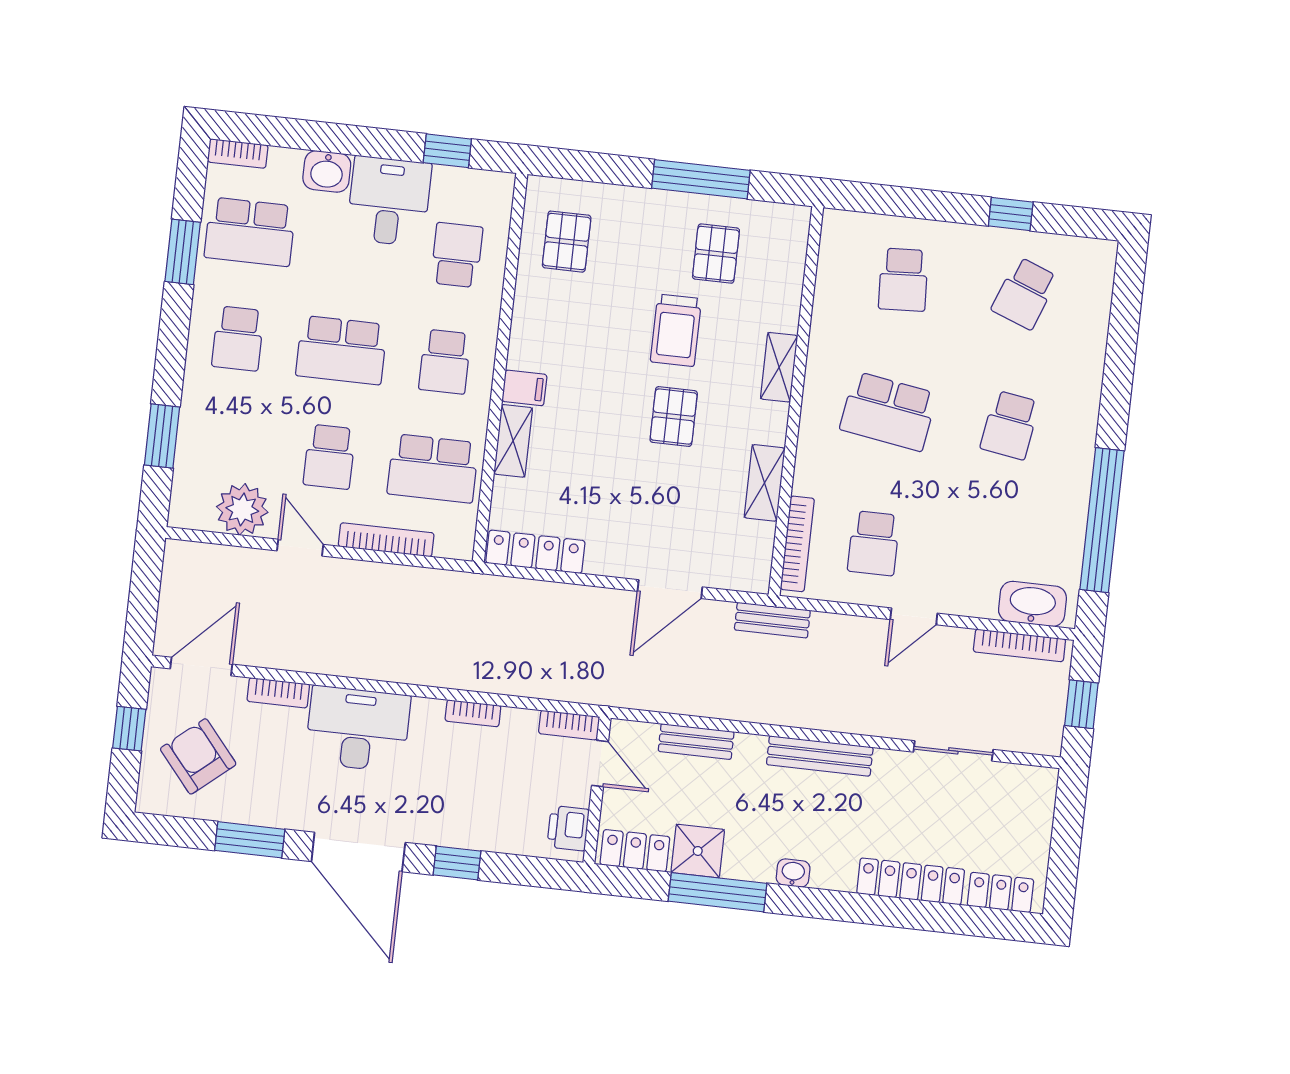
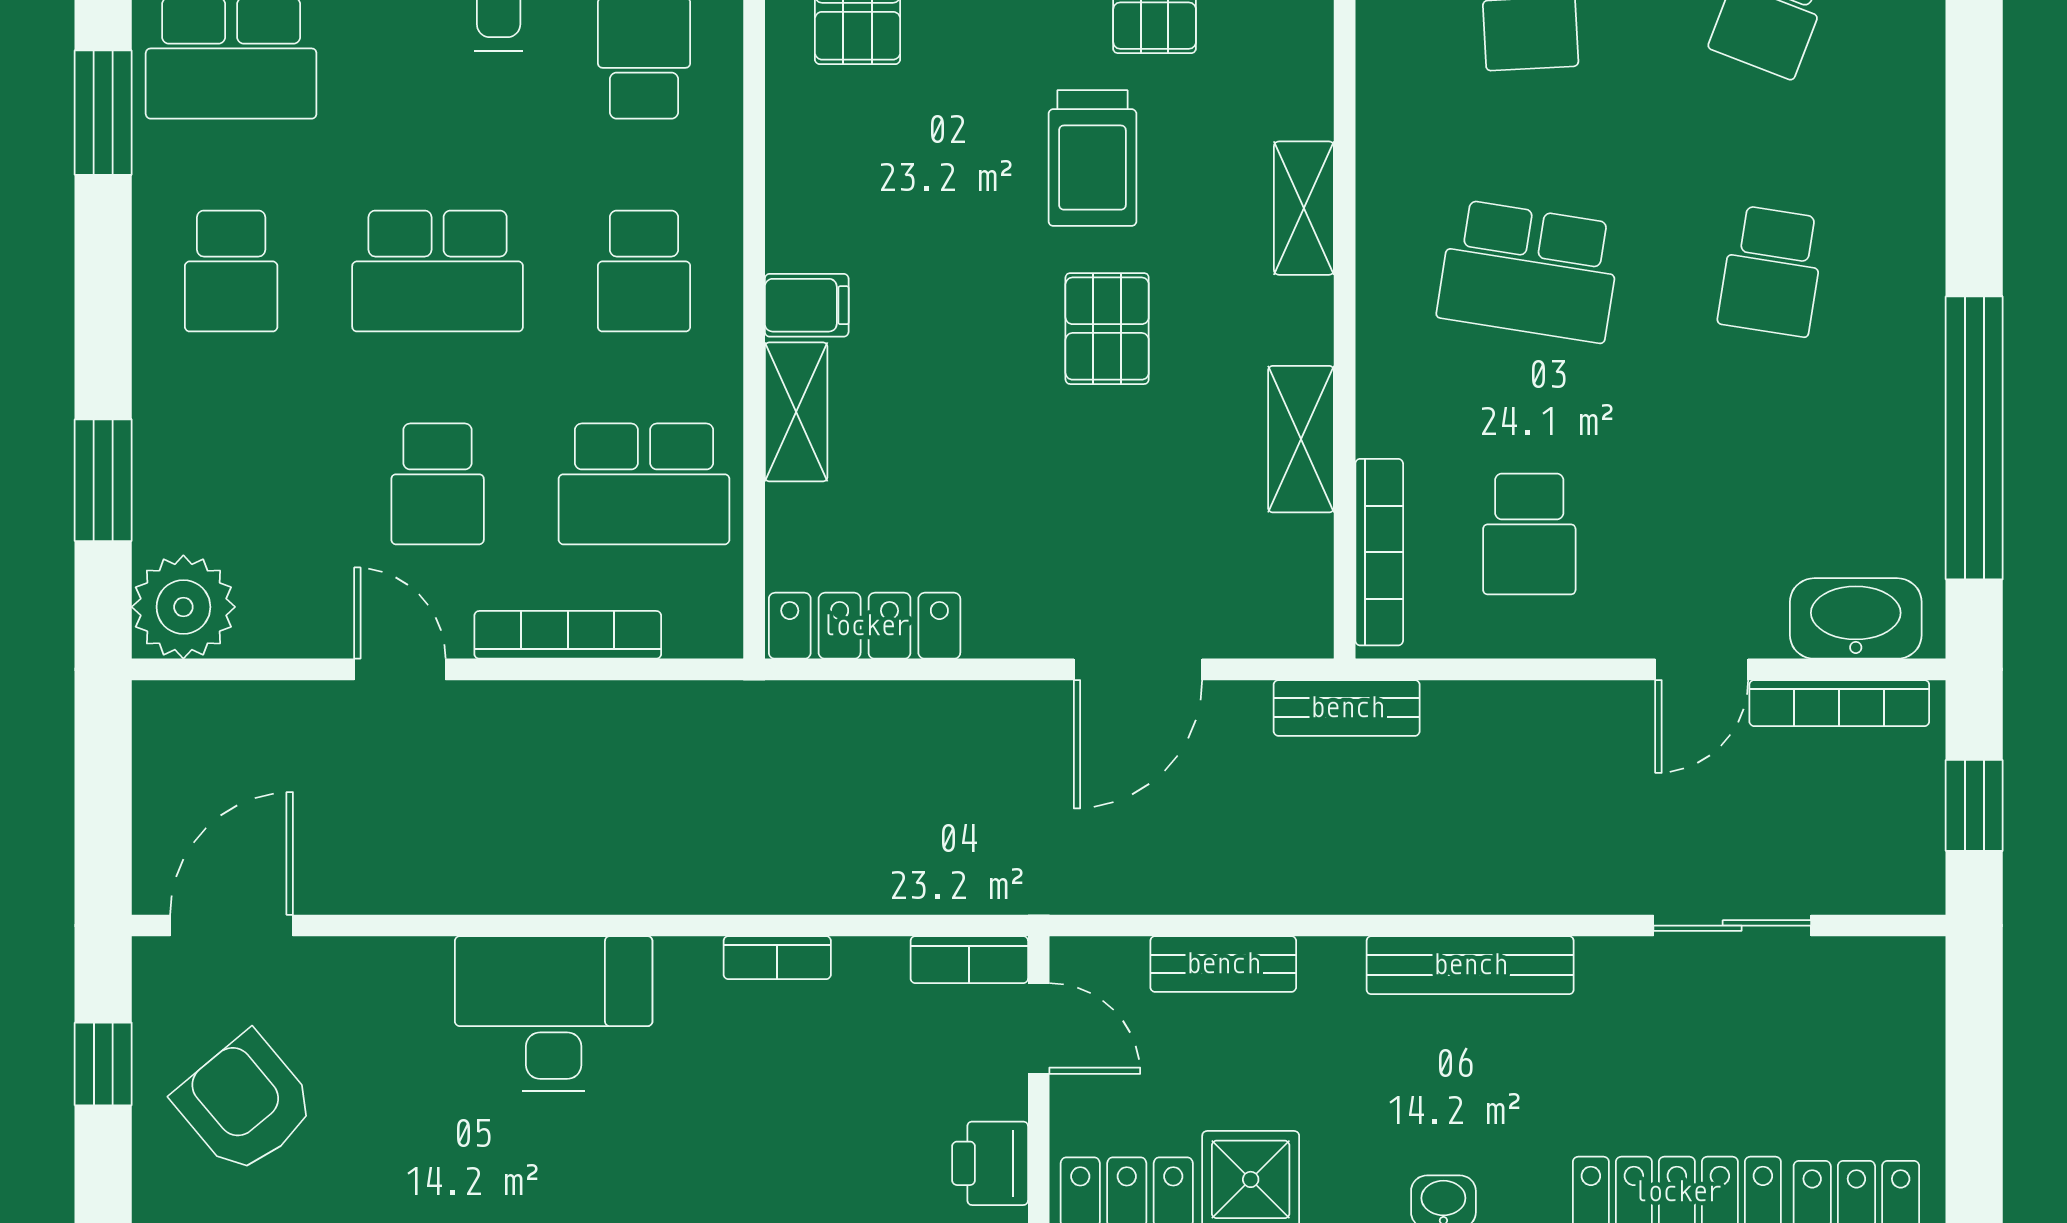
plant: (242, 509) -> (183, 607), moved
door: (914, 616) -> (1702, 669), moved
bookcase: (278, 693) -> (389, 960), removed

